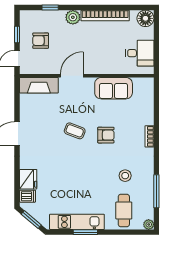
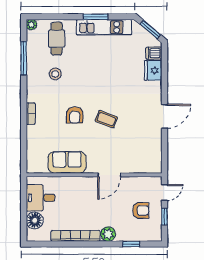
floor lamp: (145, 18) -> (35, 220), moved
fireplace: (39, 85) -> (142, 165), removed
armchair: (106, 135) -> (75, 115), turned -90

